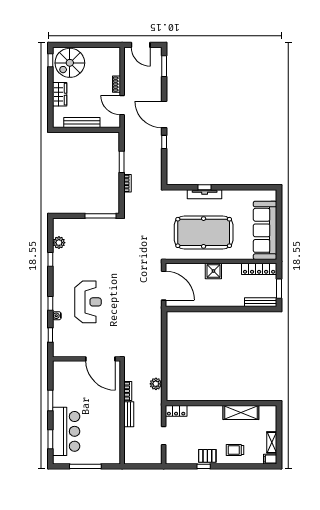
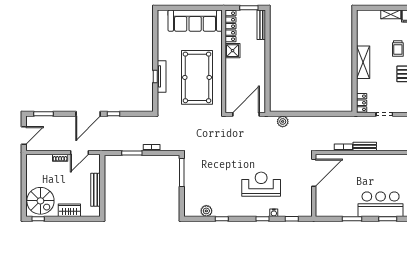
shower: (213, 271) -> (233, 51), moved
plant: (156, 384) -> (283, 121), moved
shelving: (241, 413) -> (363, 62), moved

